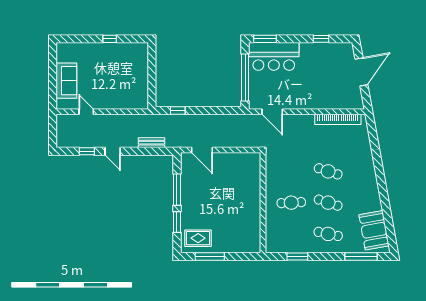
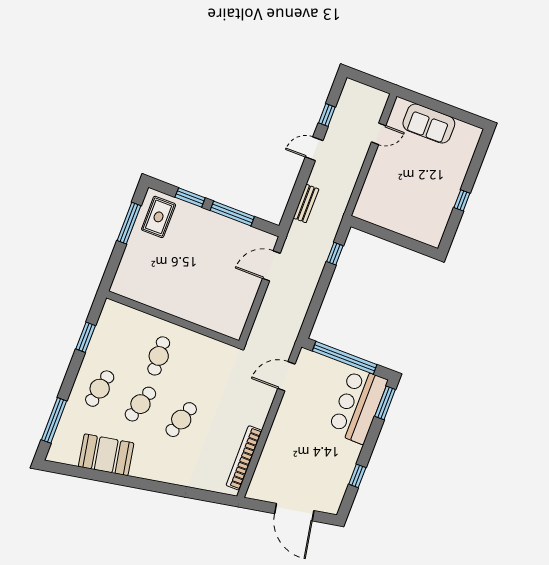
booth: (374, 230) -> (106, 455), moved

